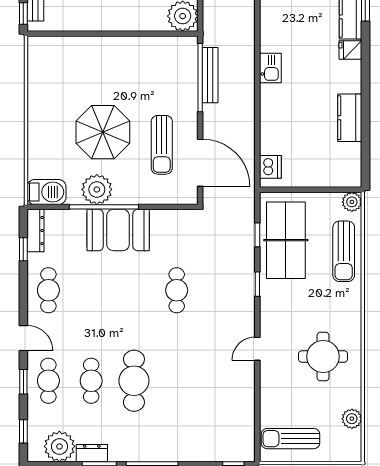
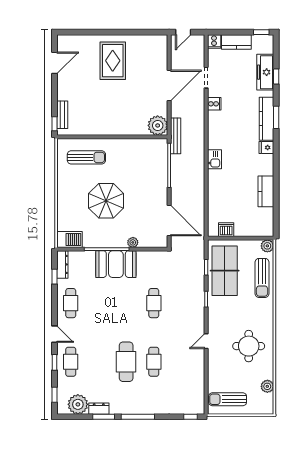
bench: (210, 75) -> (176, 136), moved
sun lounger: (162, 145) -> (86, 157), moved, turned -90
dishwasher: (270, 167) -> (226, 230), moved, turned -90
plant: (97, 189) -> (133, 242), moved, width x0.53, depth x0.53
cafe table: (91, 381) -> (154, 362), moved

